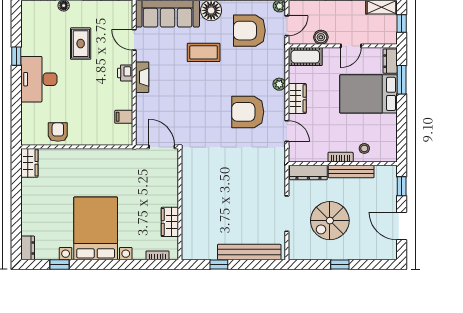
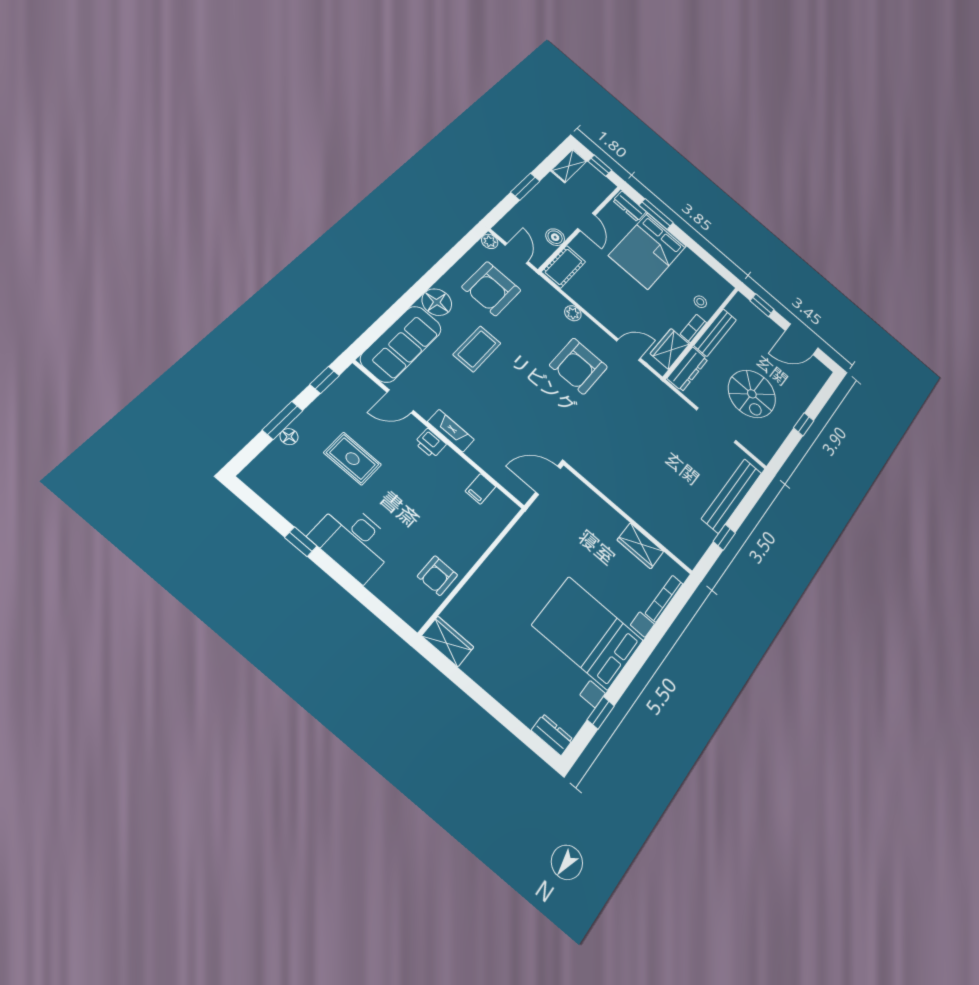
wardrobe: (297, 99) -> (670, 349), moved, turned -90
armchair: (58, 132) -> (437, 576), turned -90
bookcase: (157, 255) -> (664, 599), width x1.56

